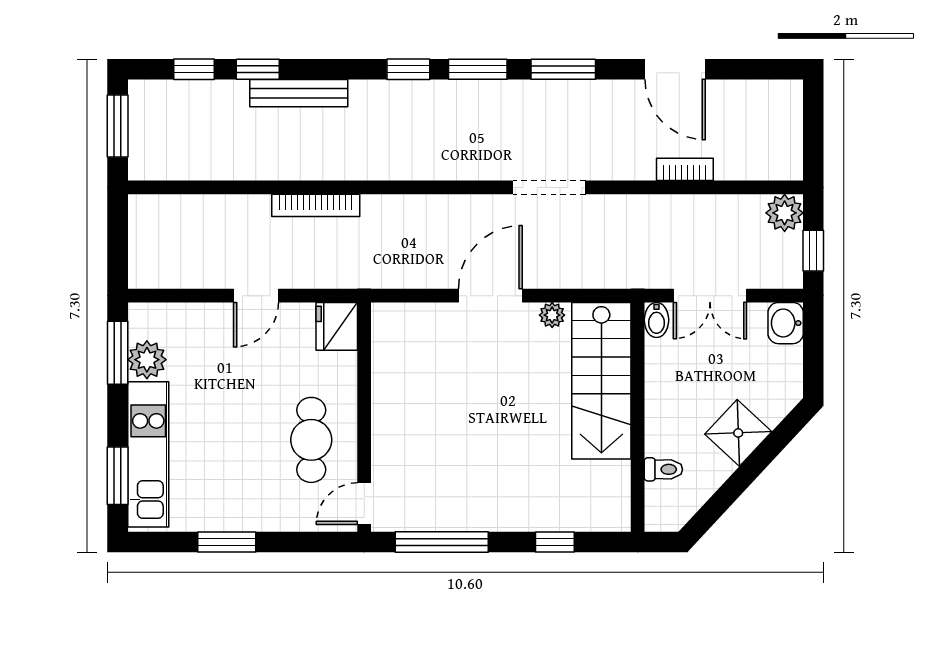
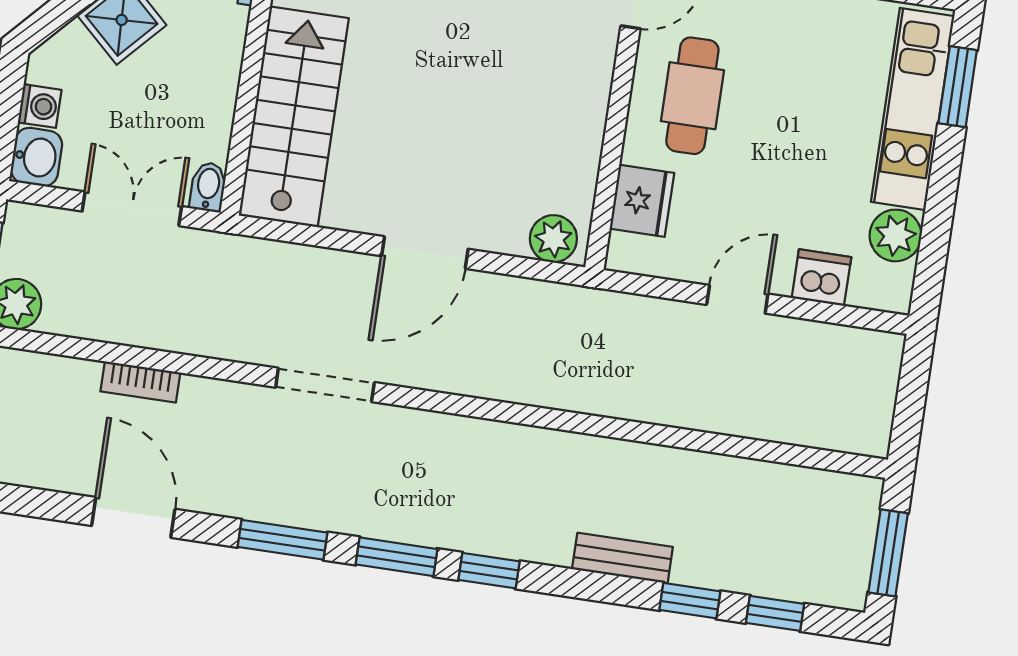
bench: (299, 93) -> (622, 558), width x0.73
bookcase: (316, 205) -> (640, 407), removed
plant: (552, 315) -> (553, 239), moved, width x1.38, depth x1.38
dishwasher: (197, 321) -> (821, 278), added
fridge: (337, 326) -> (642, 201), moved
window: (118, 353) -> (933, 250), removed
washing machine: (789, 361) -> (40, 106), added

